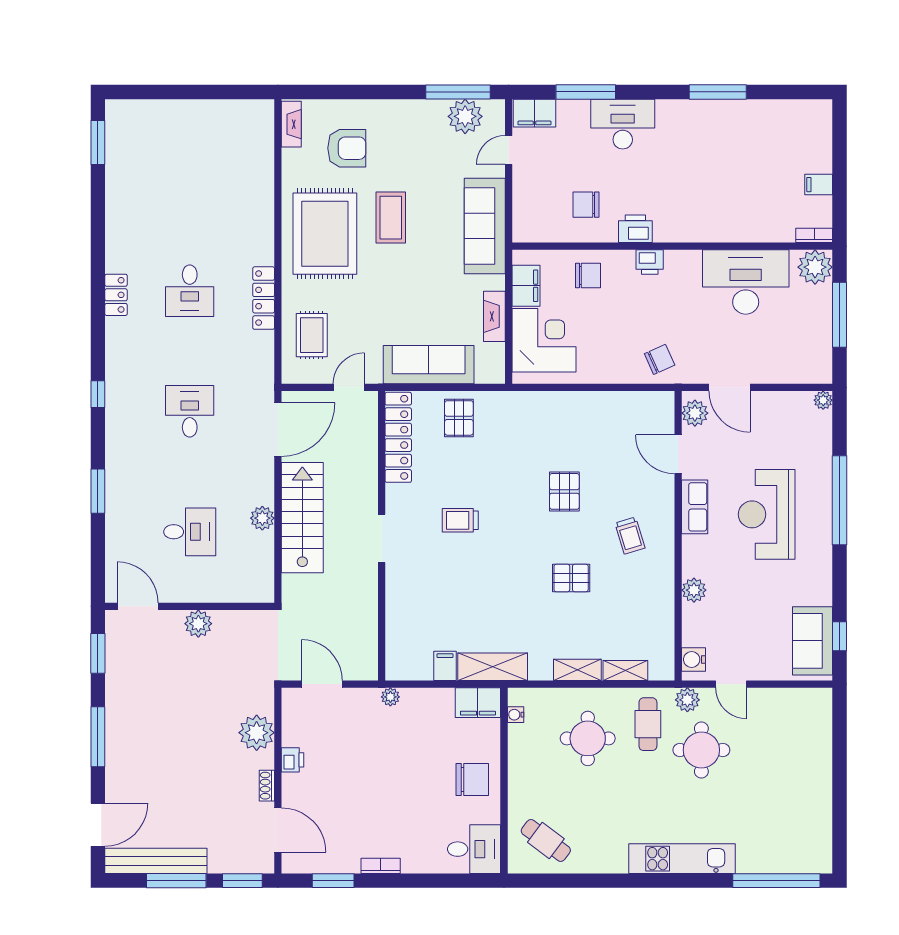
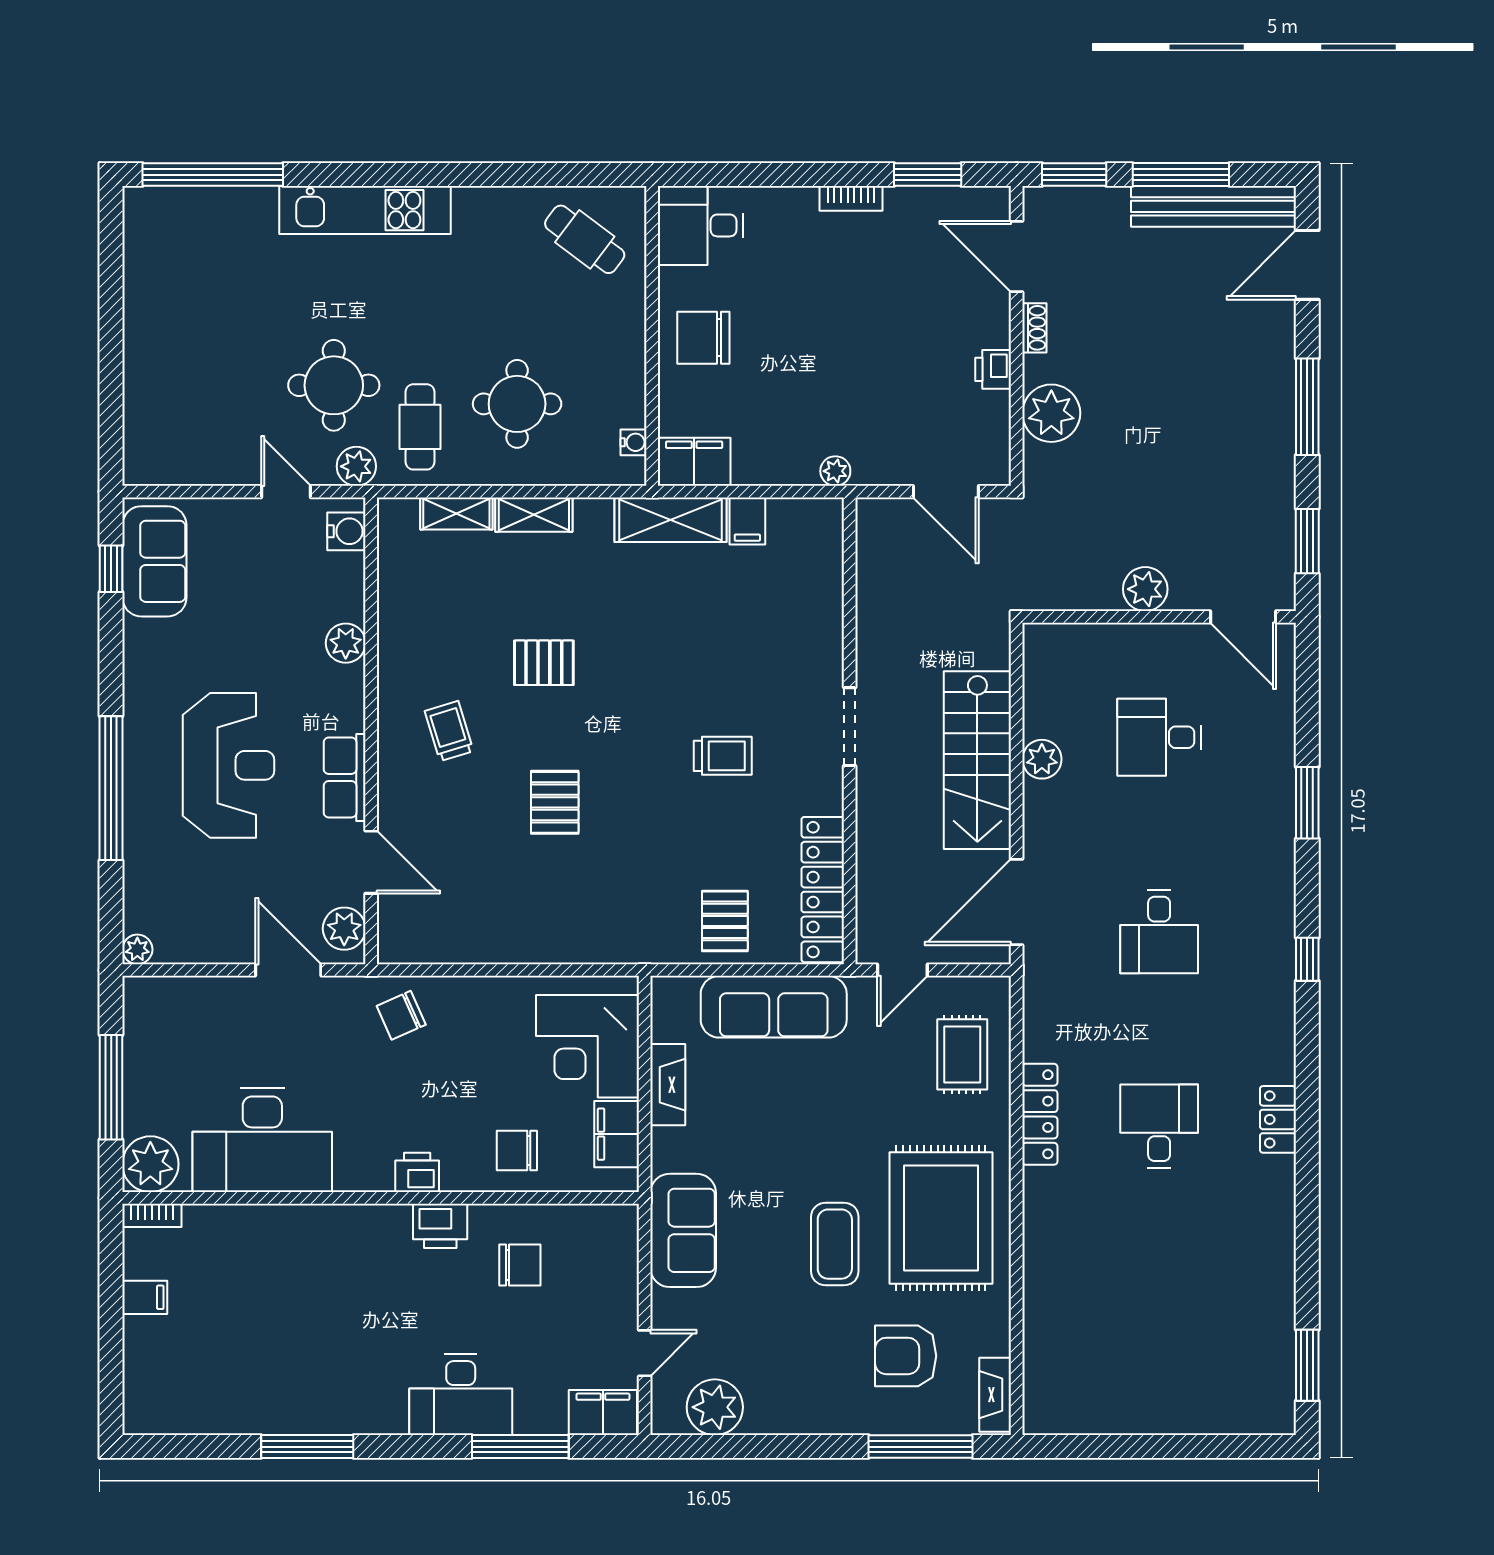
window: (458, 92) -> (921, 1447), moved
sofa: (485, 226) -> (683, 1230), width x0.73

